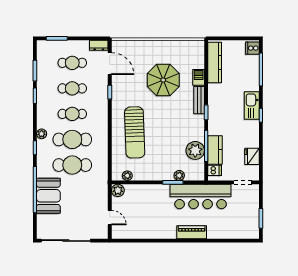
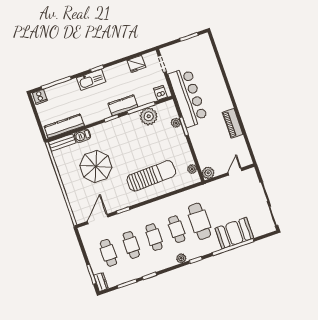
dresser: (99, 45) -> (101, 282), moved
bench: (199, 100) -> (62, 142), moved
cafe table: (72, 139) -> (177, 229), width x0.73, depth x0.74
kitchen counter: (215, 150) -> (123, 105), moved
piano: (192, 232) -> (233, 123), moved

